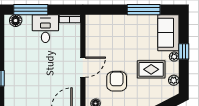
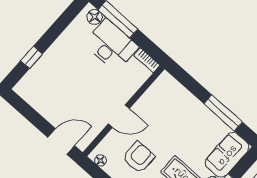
desk: (45, 29) -> (111, 45), width x1.37

